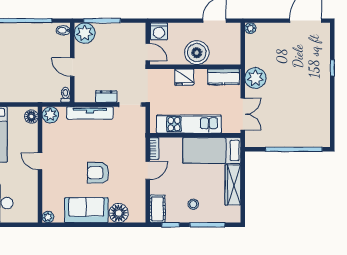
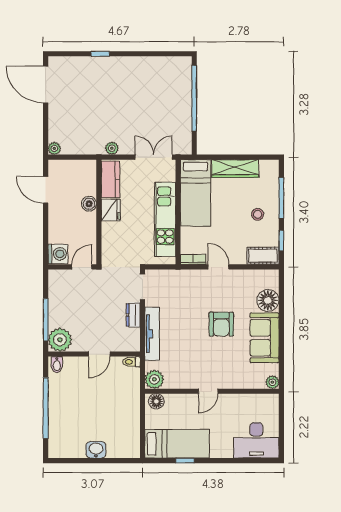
boiler: (197, 53) -> (89, 204), width x0.54, depth x0.54
fridge: (184, 77) -> (111, 210), moved
plant: (255, 78) -> (112, 148), width x0.53, depth x0.53

